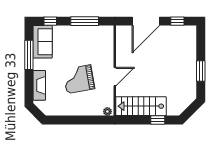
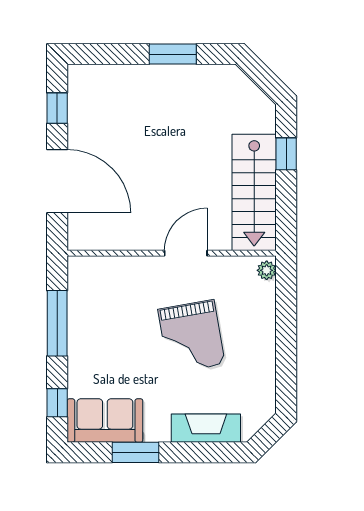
window: (29, 55) -> (135, 452), width x0.69
door: (115, 77) -> (186, 253), hinge flipped

